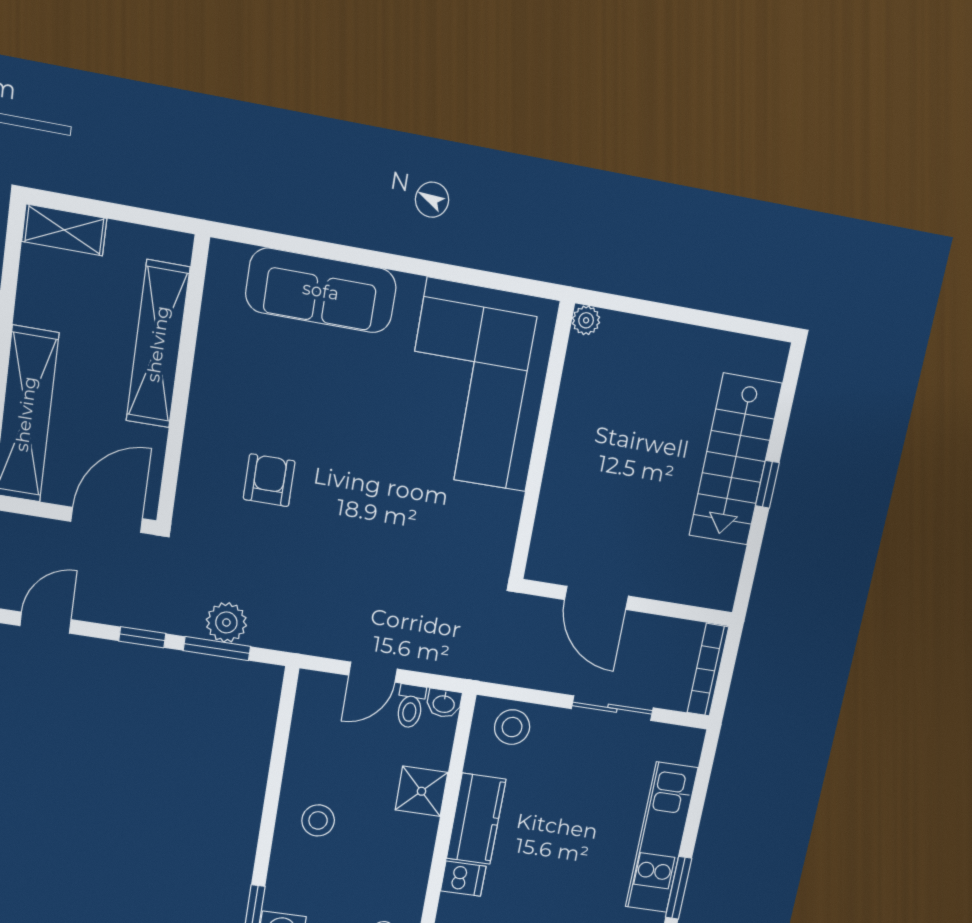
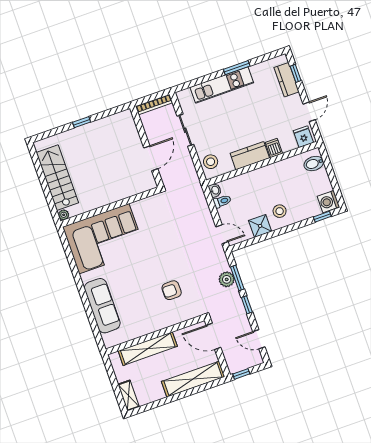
stairs: (735, 460) -> (57, 178), moved, turned -90
door: (373, 672) -> (222, 234), moved
shower: (421, 791) -> (260, 226), moved

